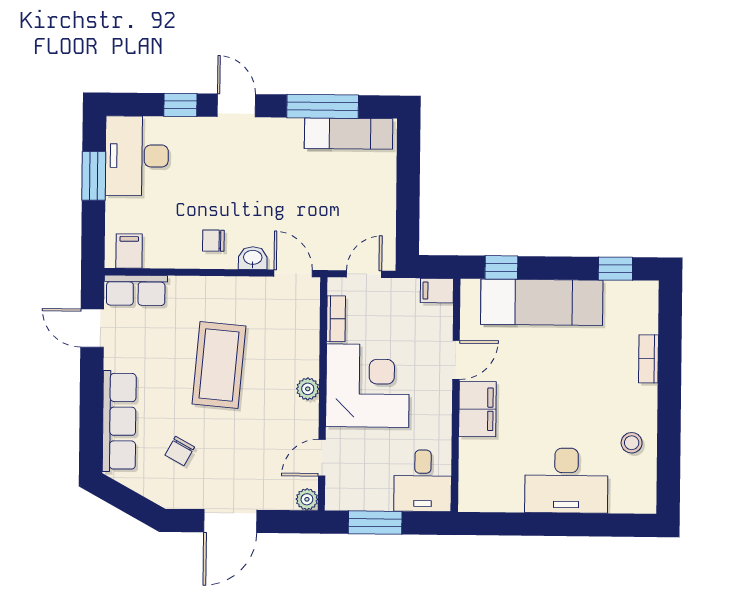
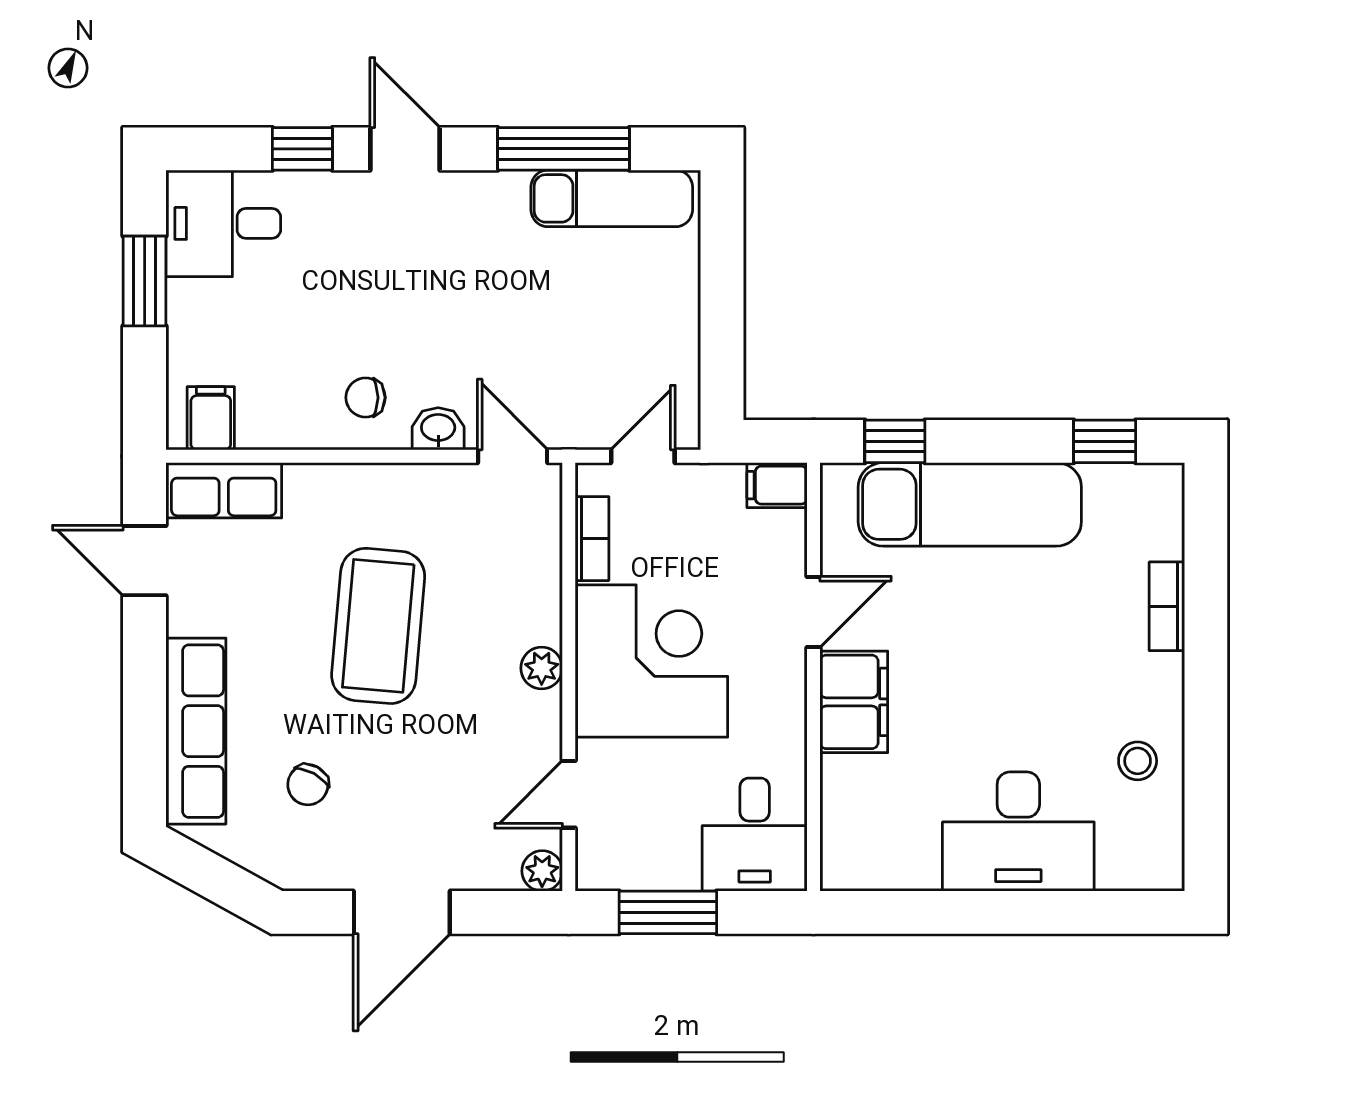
desk: (137, 156) -> (223, 223), width x0.73

